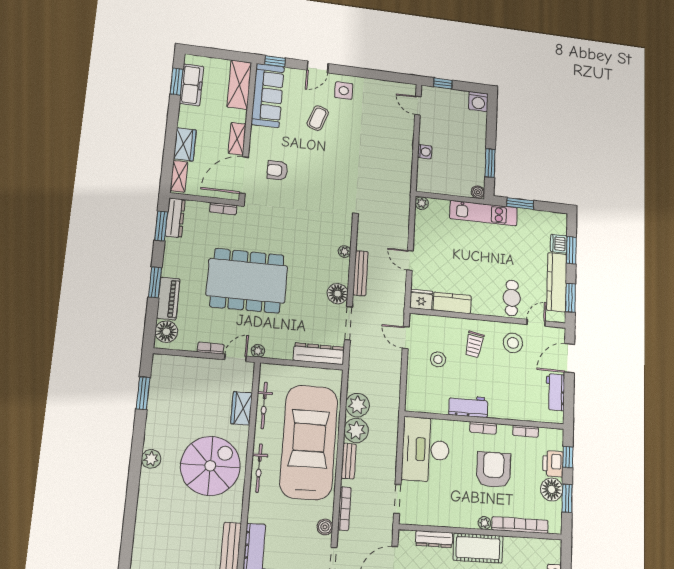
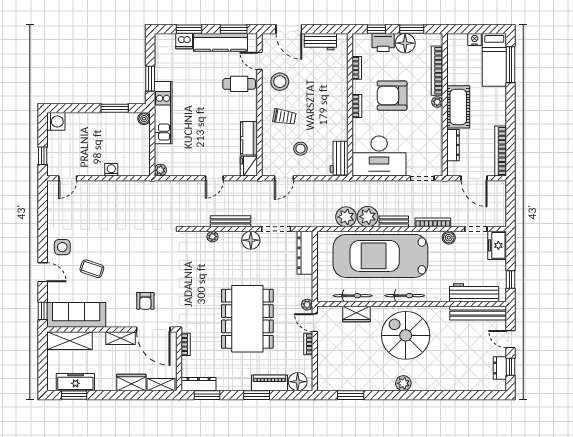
workbench: (468, 406) -> (339, 158), moved

